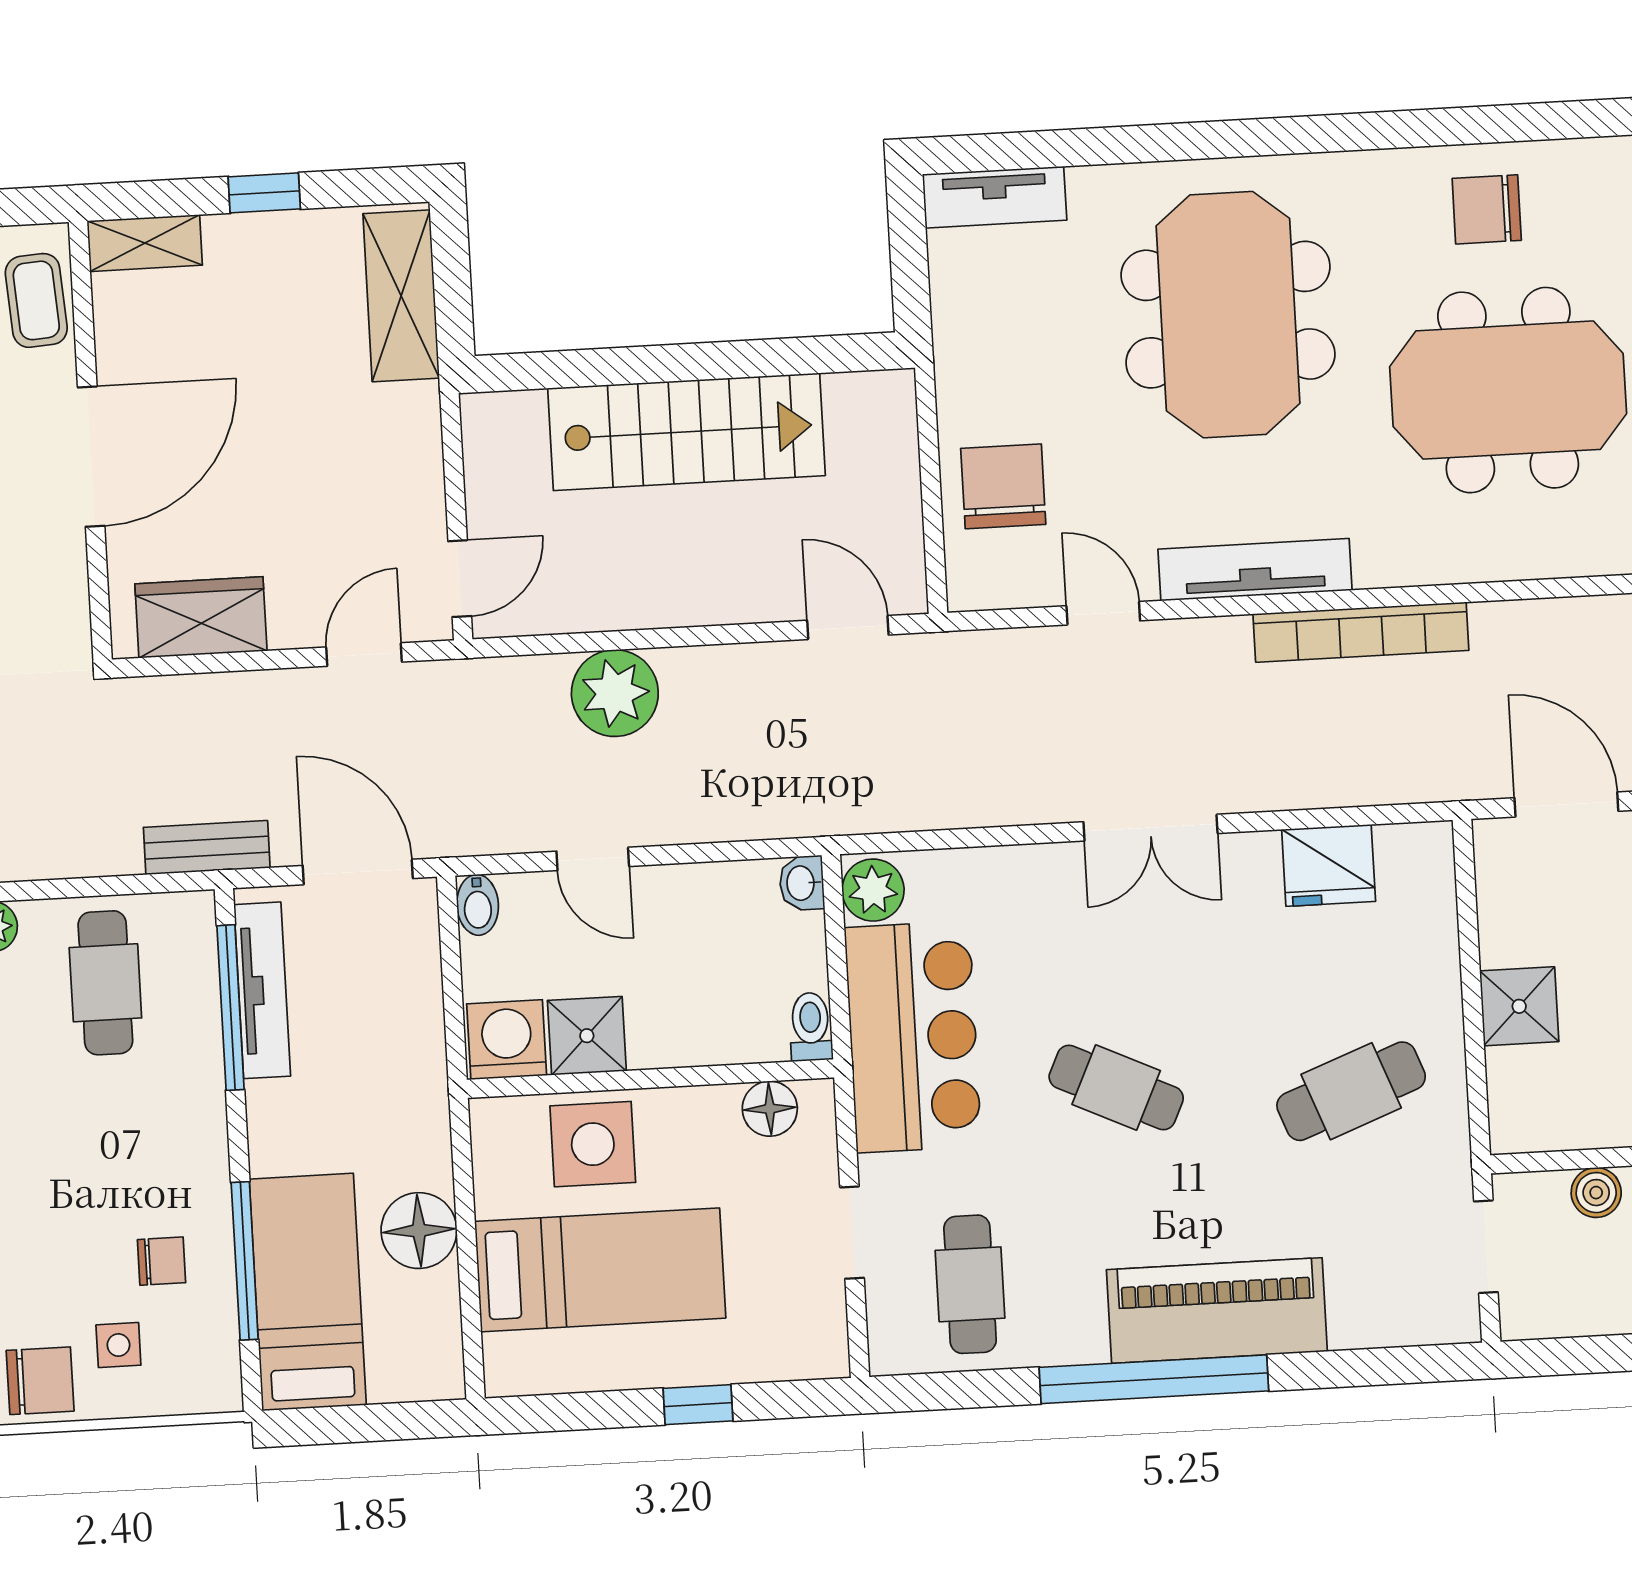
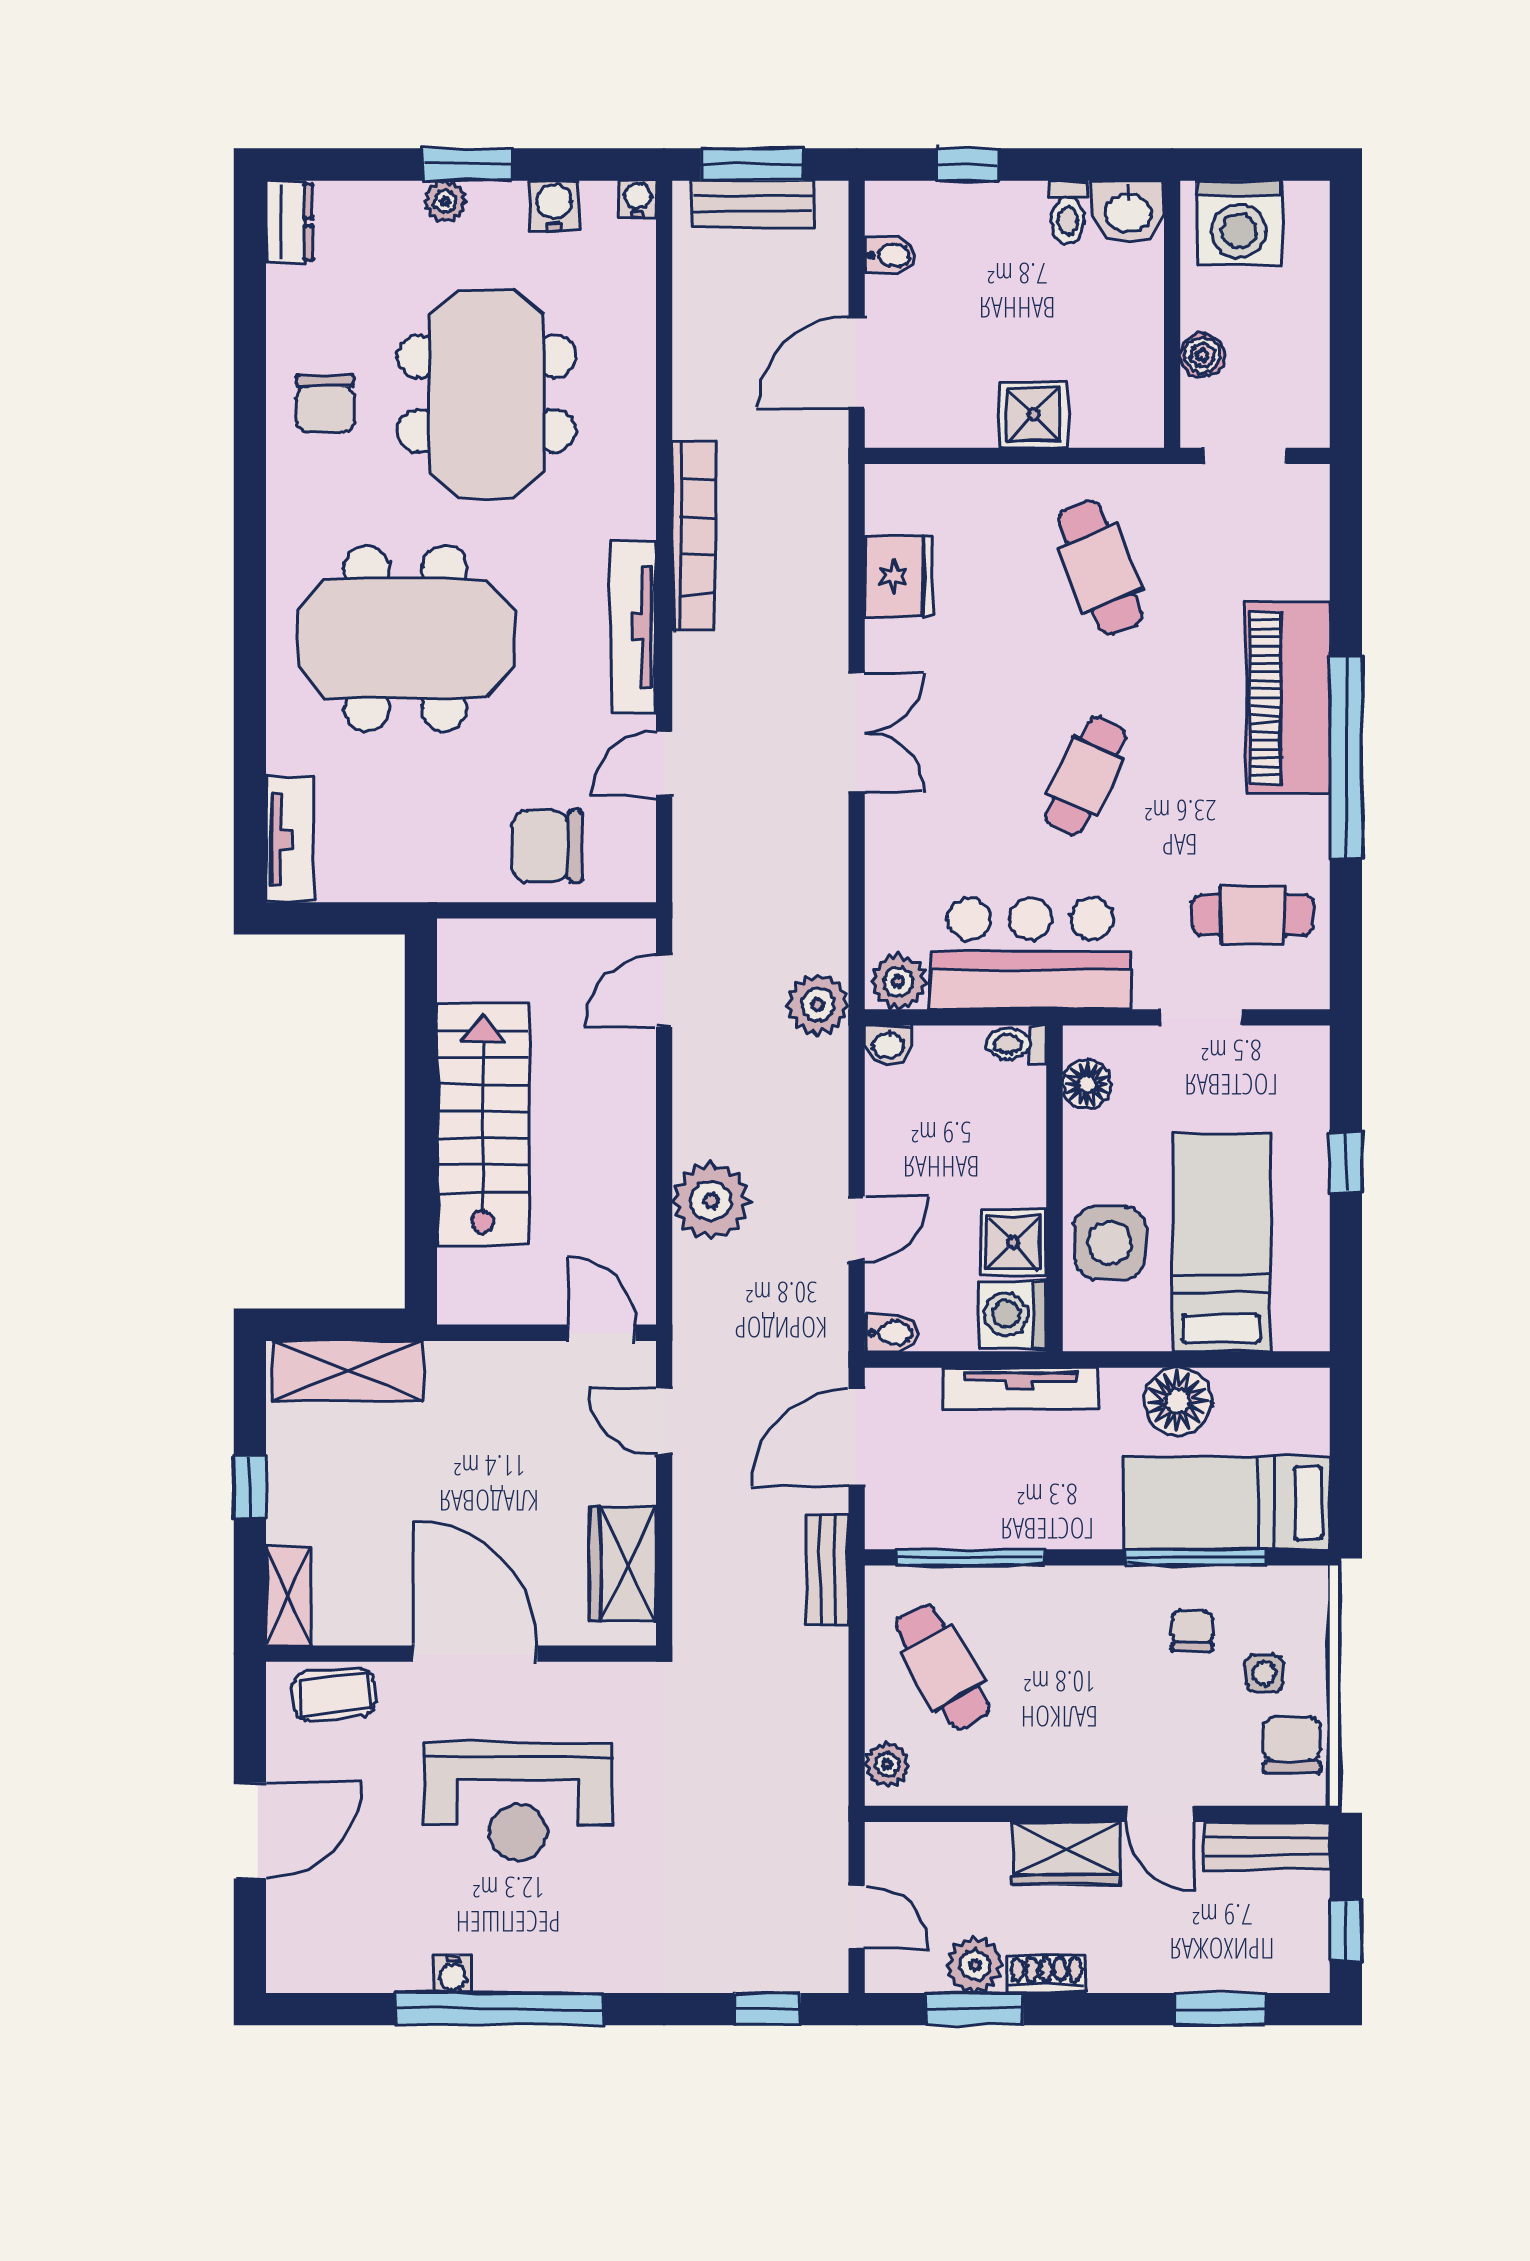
plant: (842, 801) -> (818, 1005), added
cafe table: (105, 983) -> (942, 1667), turned 60
tv unit: (262, 990) -> (1020, 1389), moved, turned 180

